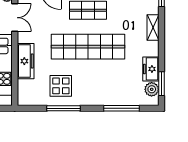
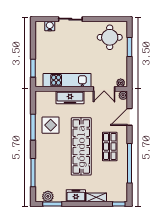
freezer: (151, 69) -> (76, 196), moved

